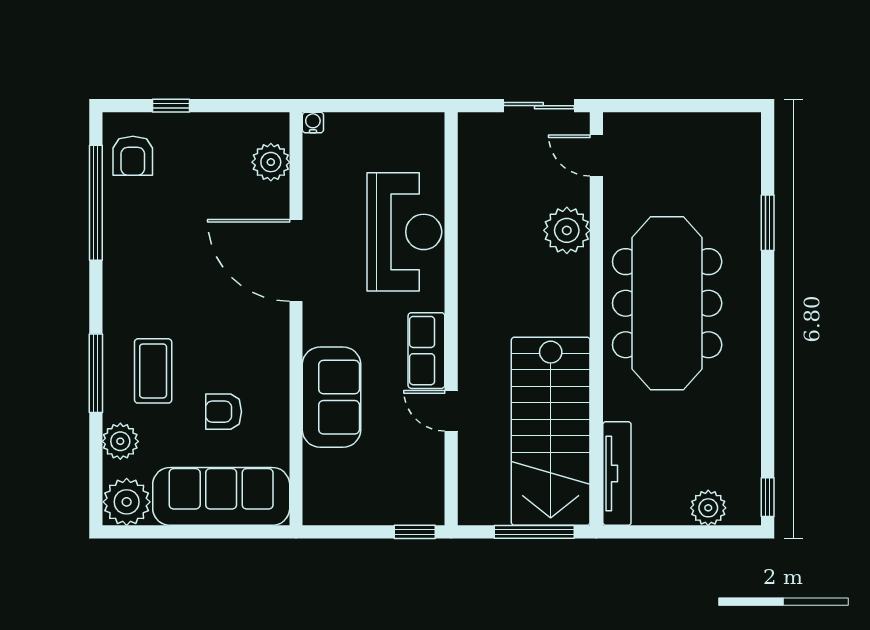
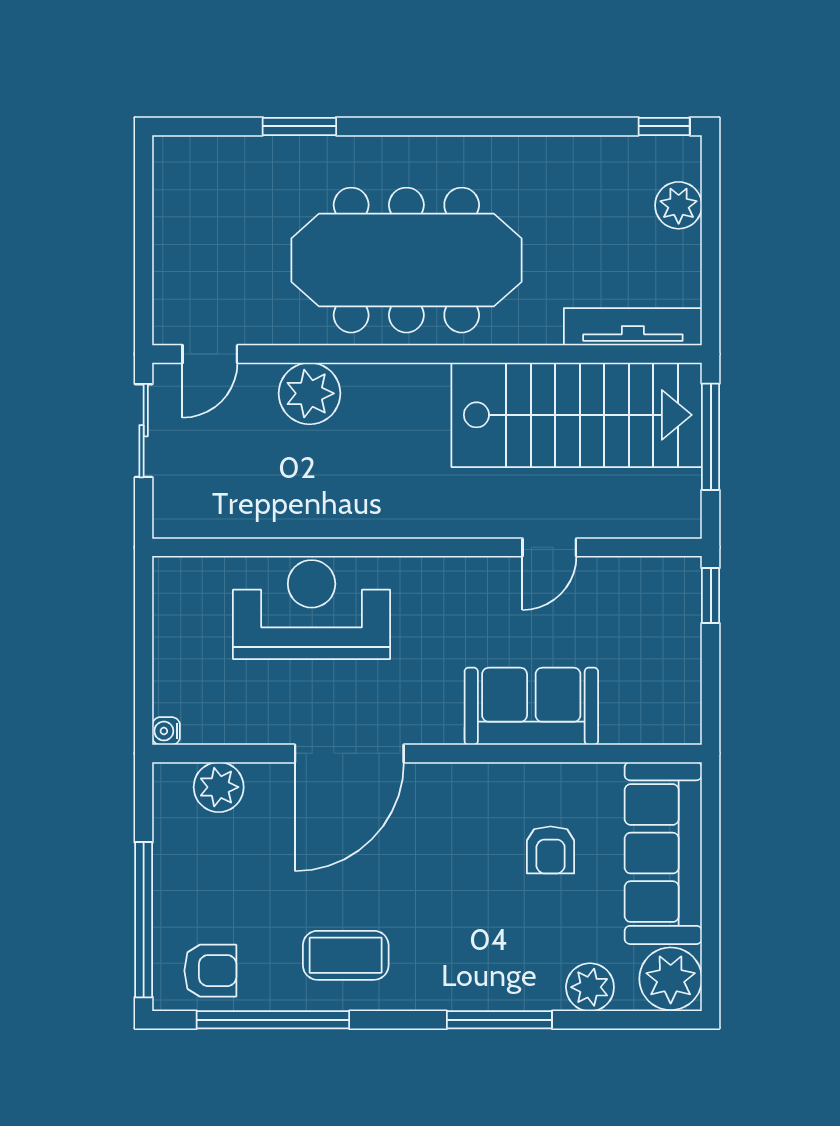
window: (171, 106) -> (144, 920), width x3.17
row of seats: (426, 351) -> (469, 580), removed
coffee table: (153, 371) -> (346, 955), moved

